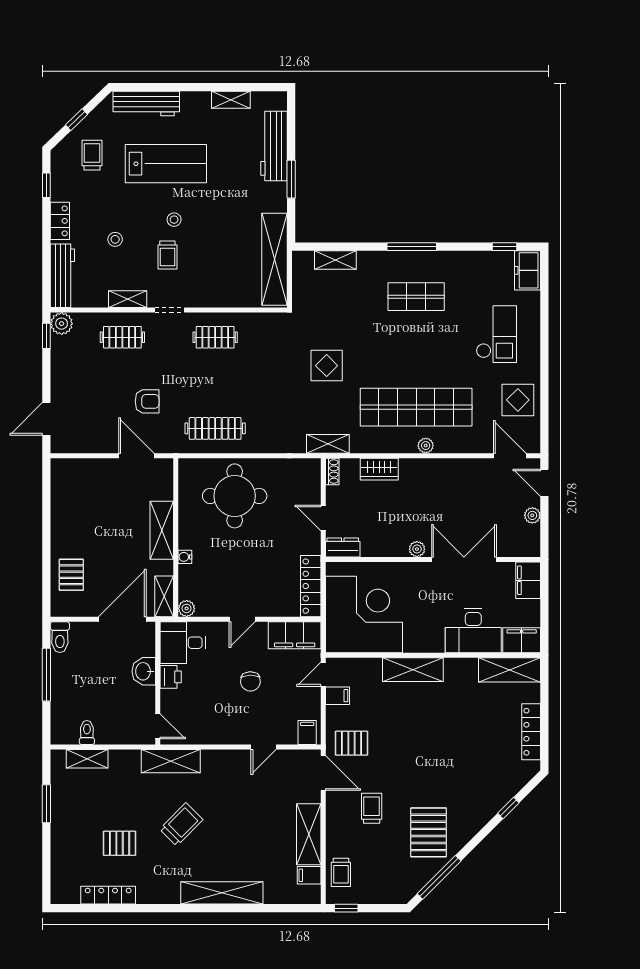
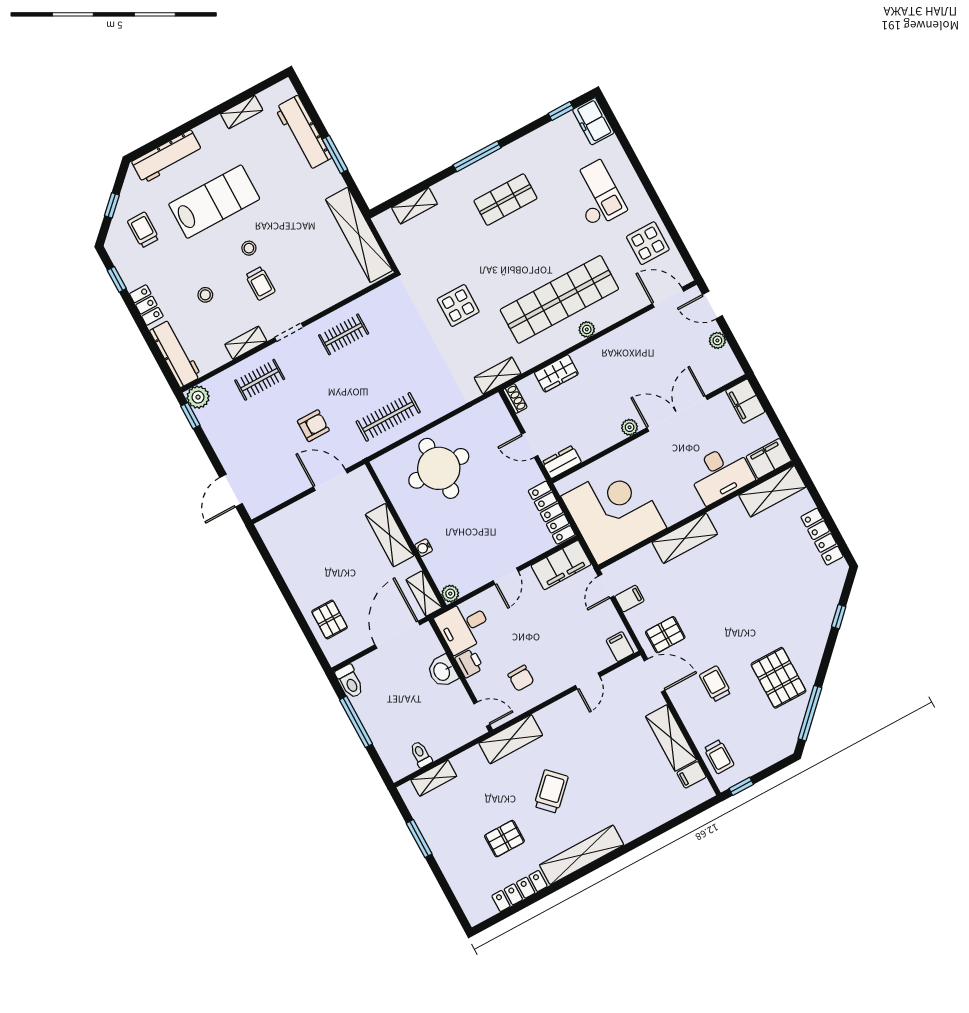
chair: (250, 681) -> (521, 678), moved
shelving: (222, 893) -> (582, 855), moved

